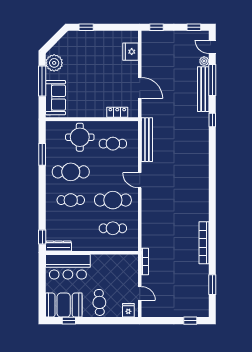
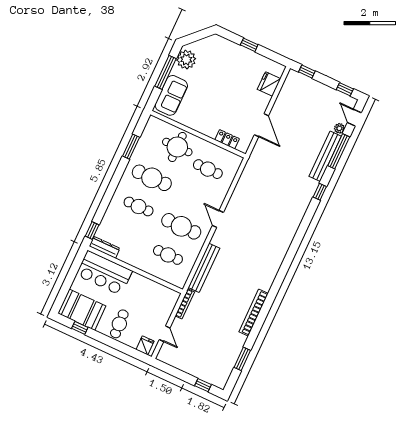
window: (86, 27) -> (249, 45), moved
bench: (147, 140) -> (204, 268), moved

